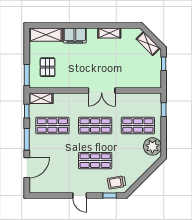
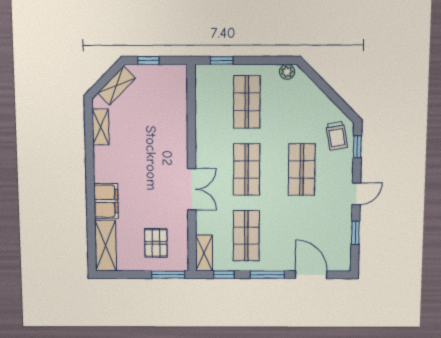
shelving: (109, 33) -> (101, 127), moved
pallet: (48, 67) -> (156, 243), turned 90
double door: (102, 91) -> (192, 189), moved
plant: (152, 146) -> (287, 72), width x0.53, depth x0.53
window: (54, 196) -> (355, 233), added

